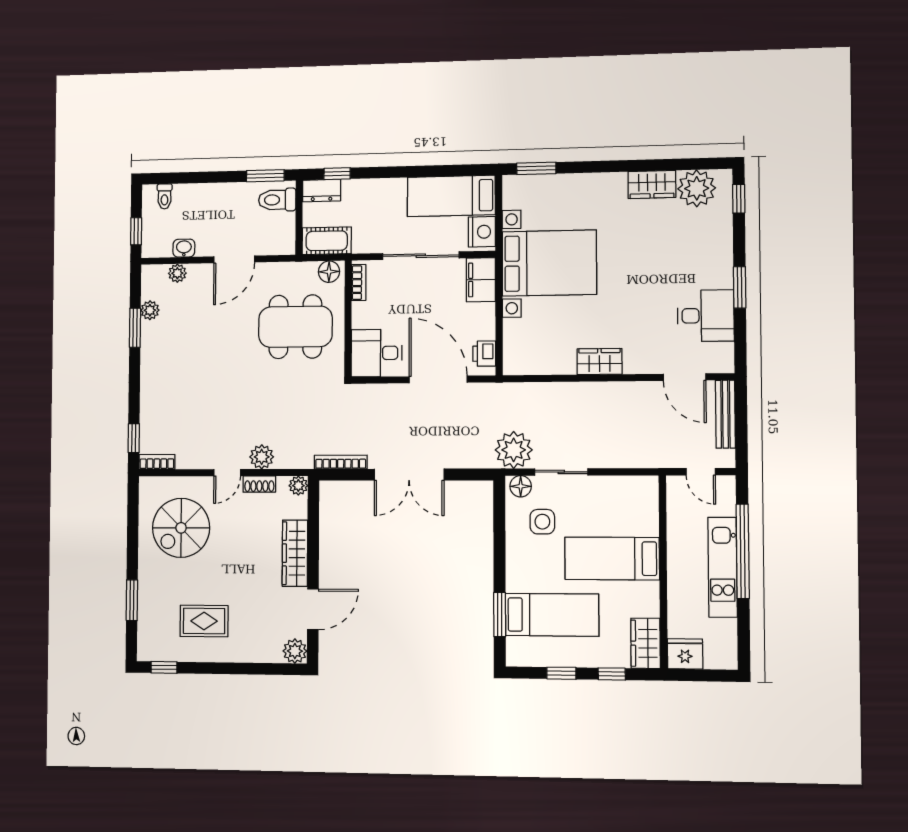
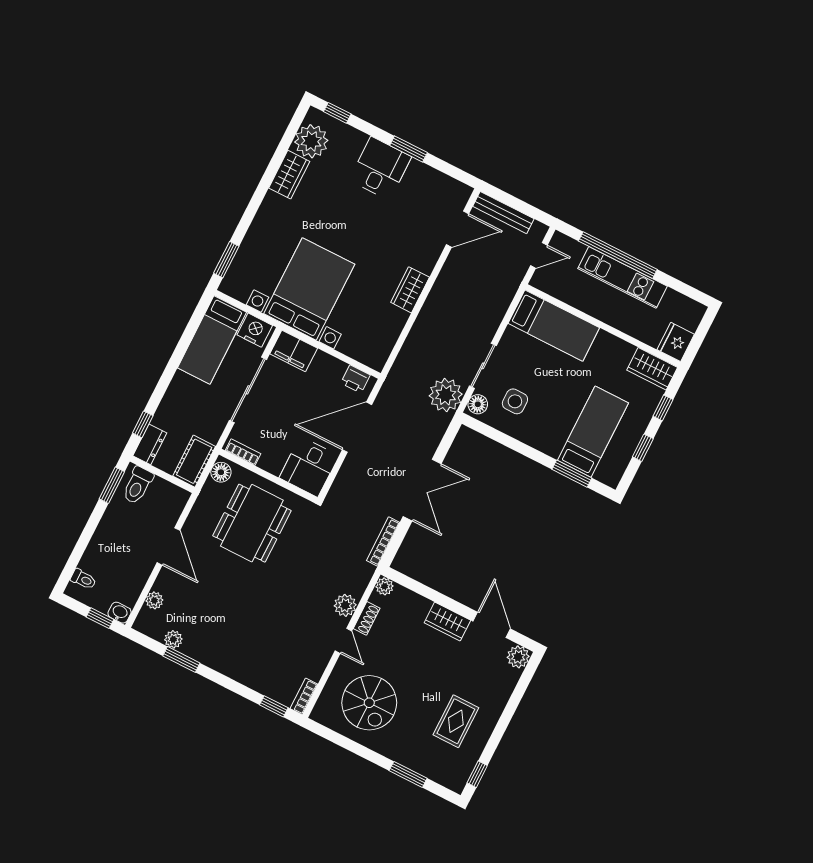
washbasin: (184, 248) -> (120, 613), moved, turned 90
desk: (706, 316) -> (380, 168), moved
wardrobe: (295, 553) -> (447, 622), width x0.67
bed: (612, 559) -> (554, 326), moved, turned -90

